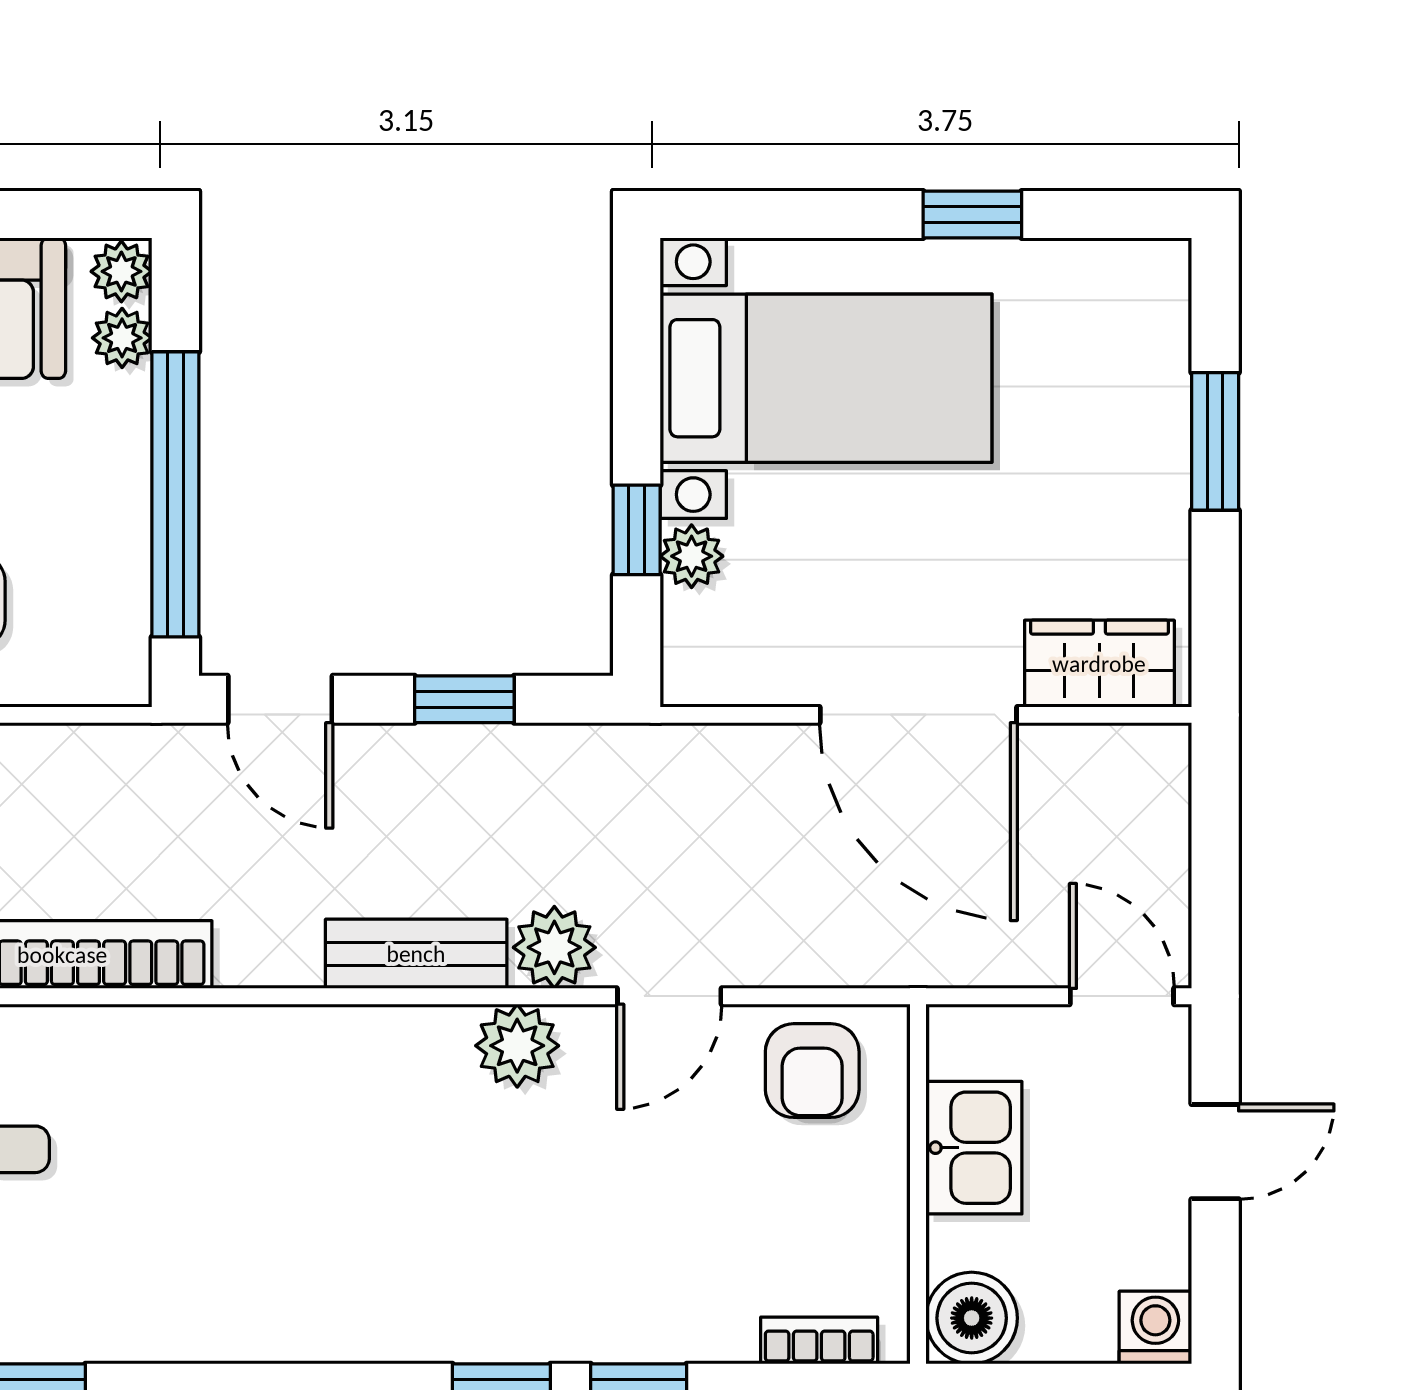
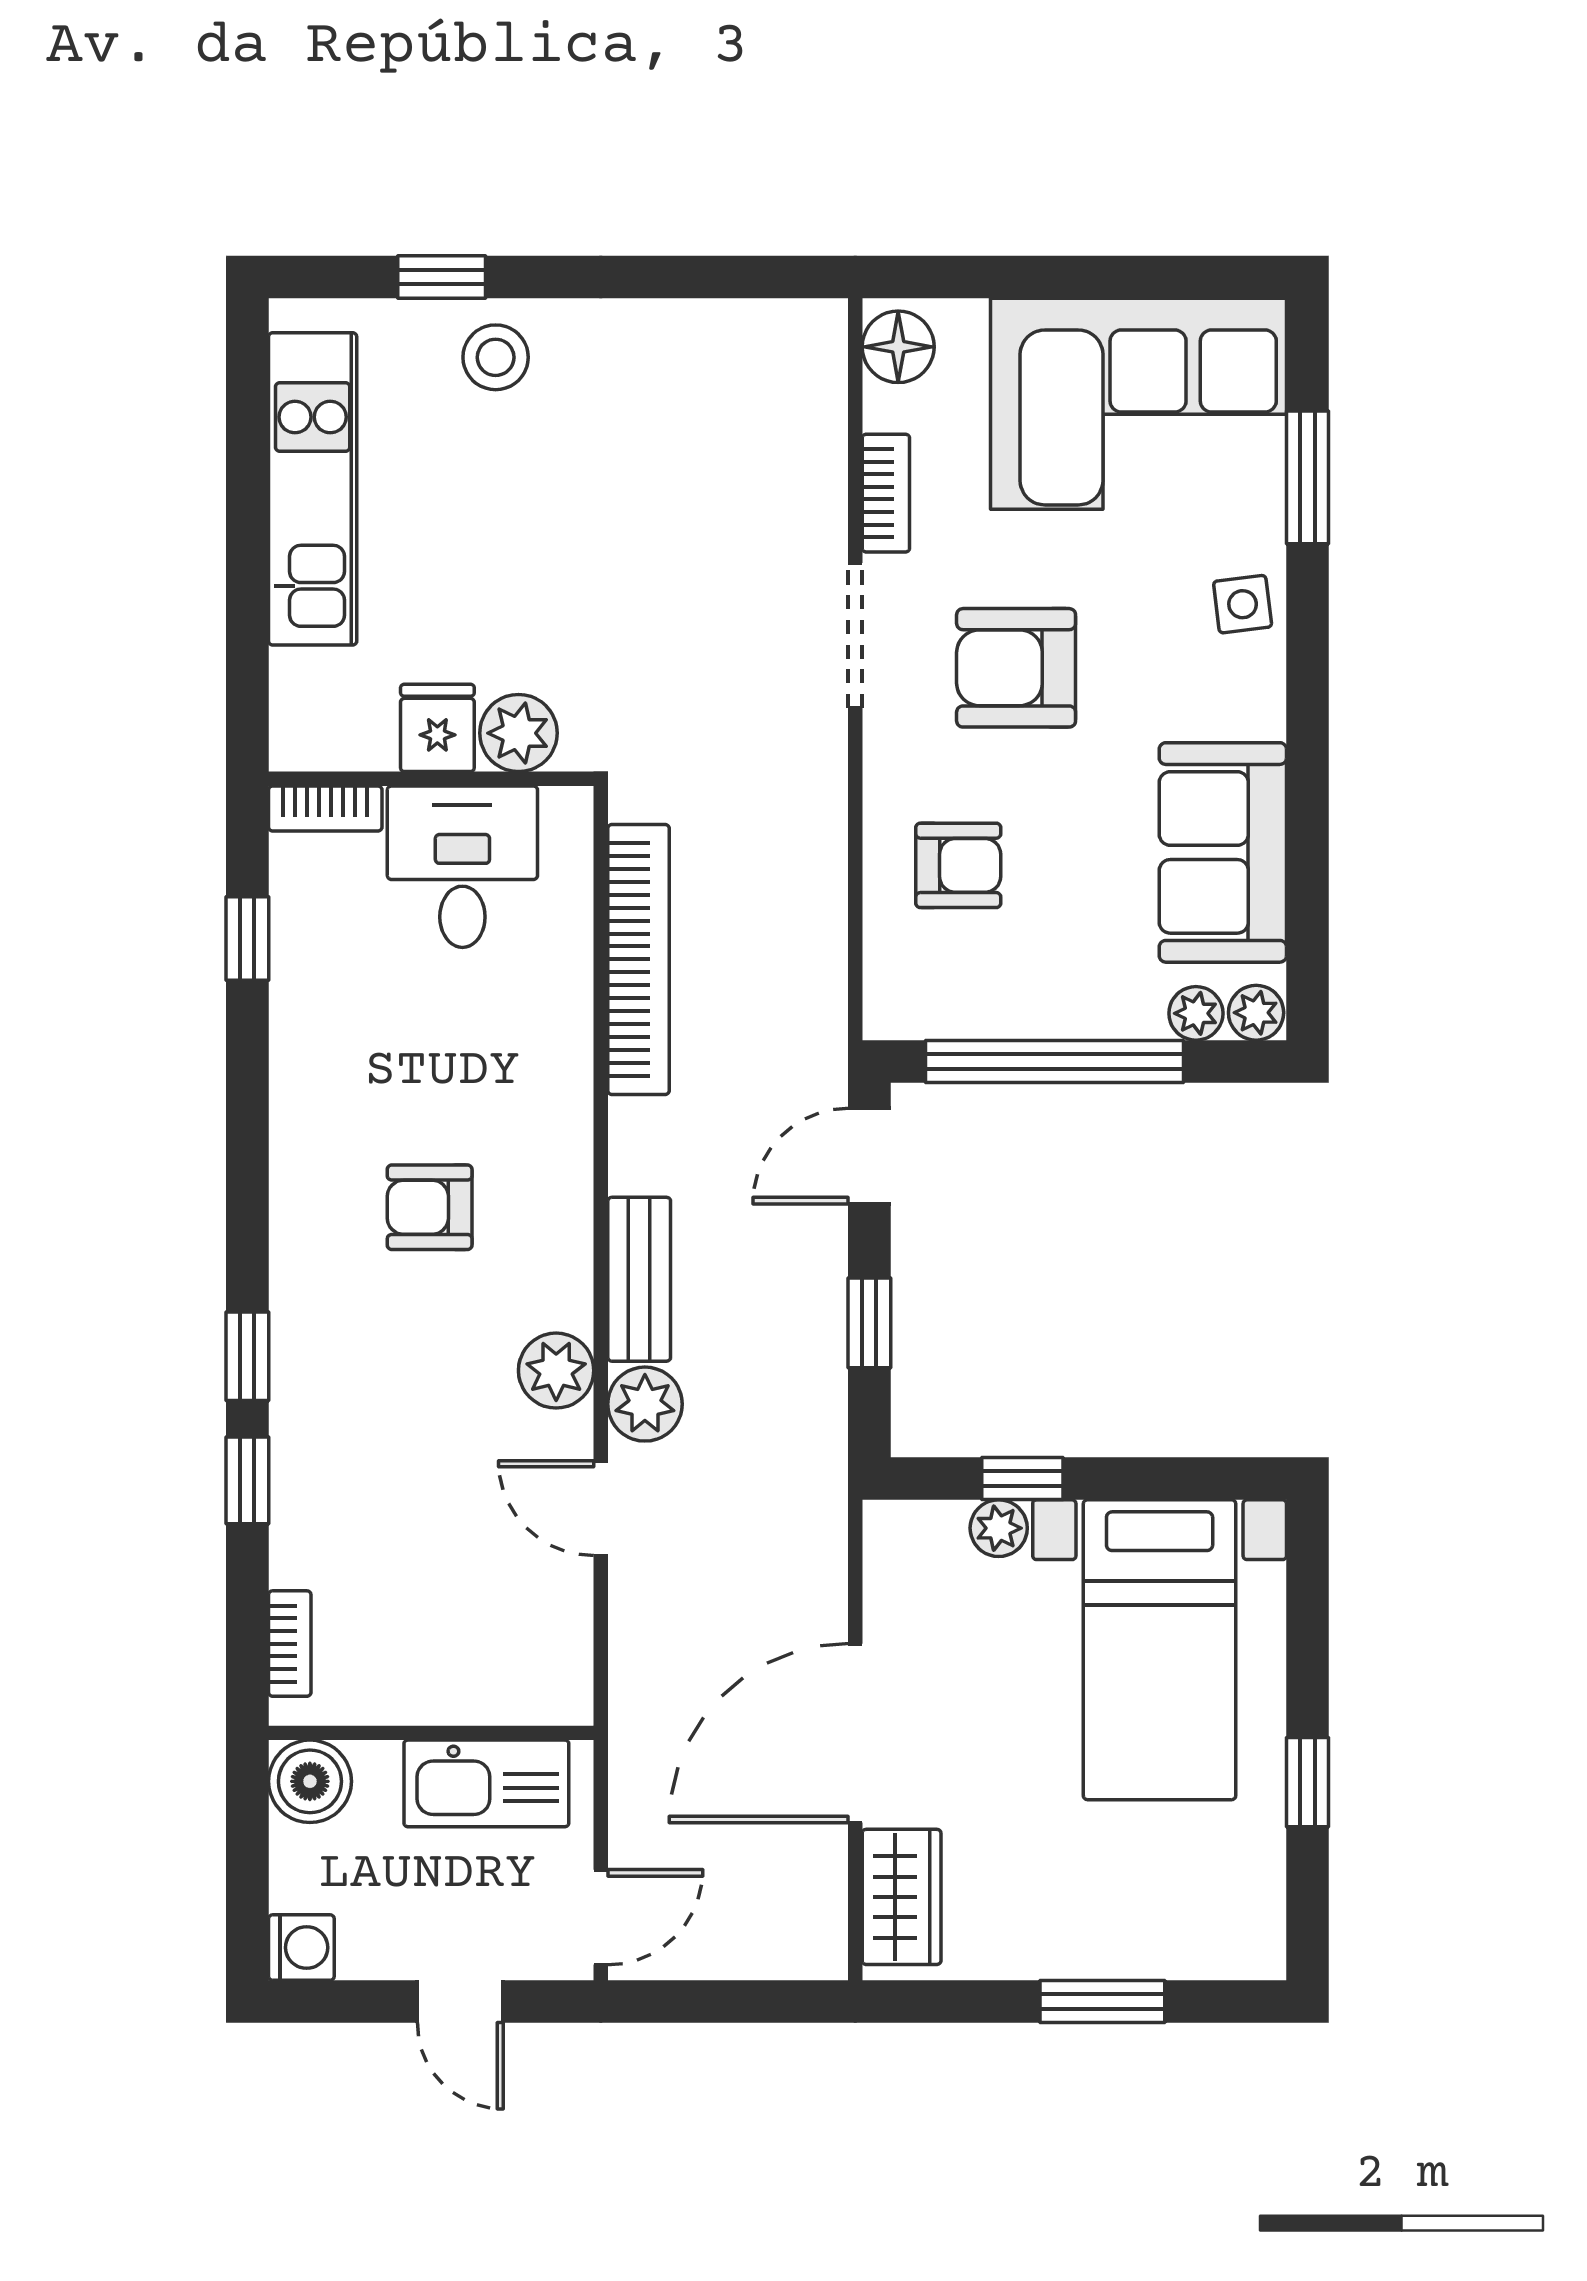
armchair: (812, 1071) -> (430, 1207), moved
kitchen sink: (974, 1148) -> (486, 1783), width x1.38

